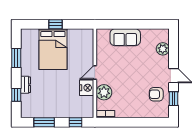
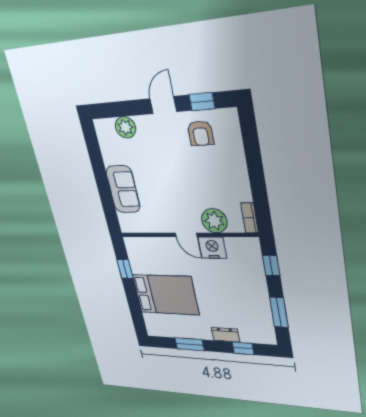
window: (56, 24) -> (125, 269), moved

